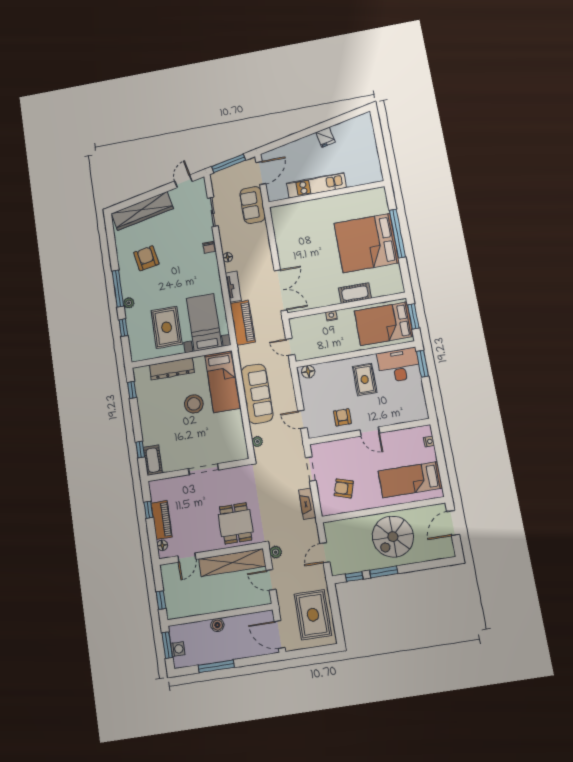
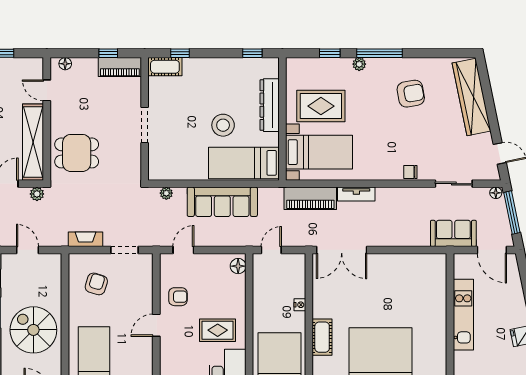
floor lamp: (228, 257) -> (496, 193), moved
piano: (162, 520) -> (120, 67), moved

